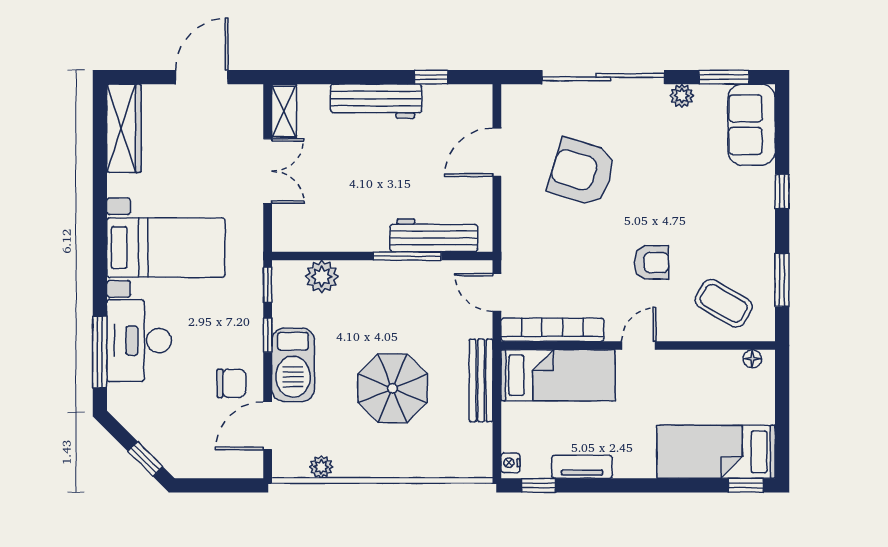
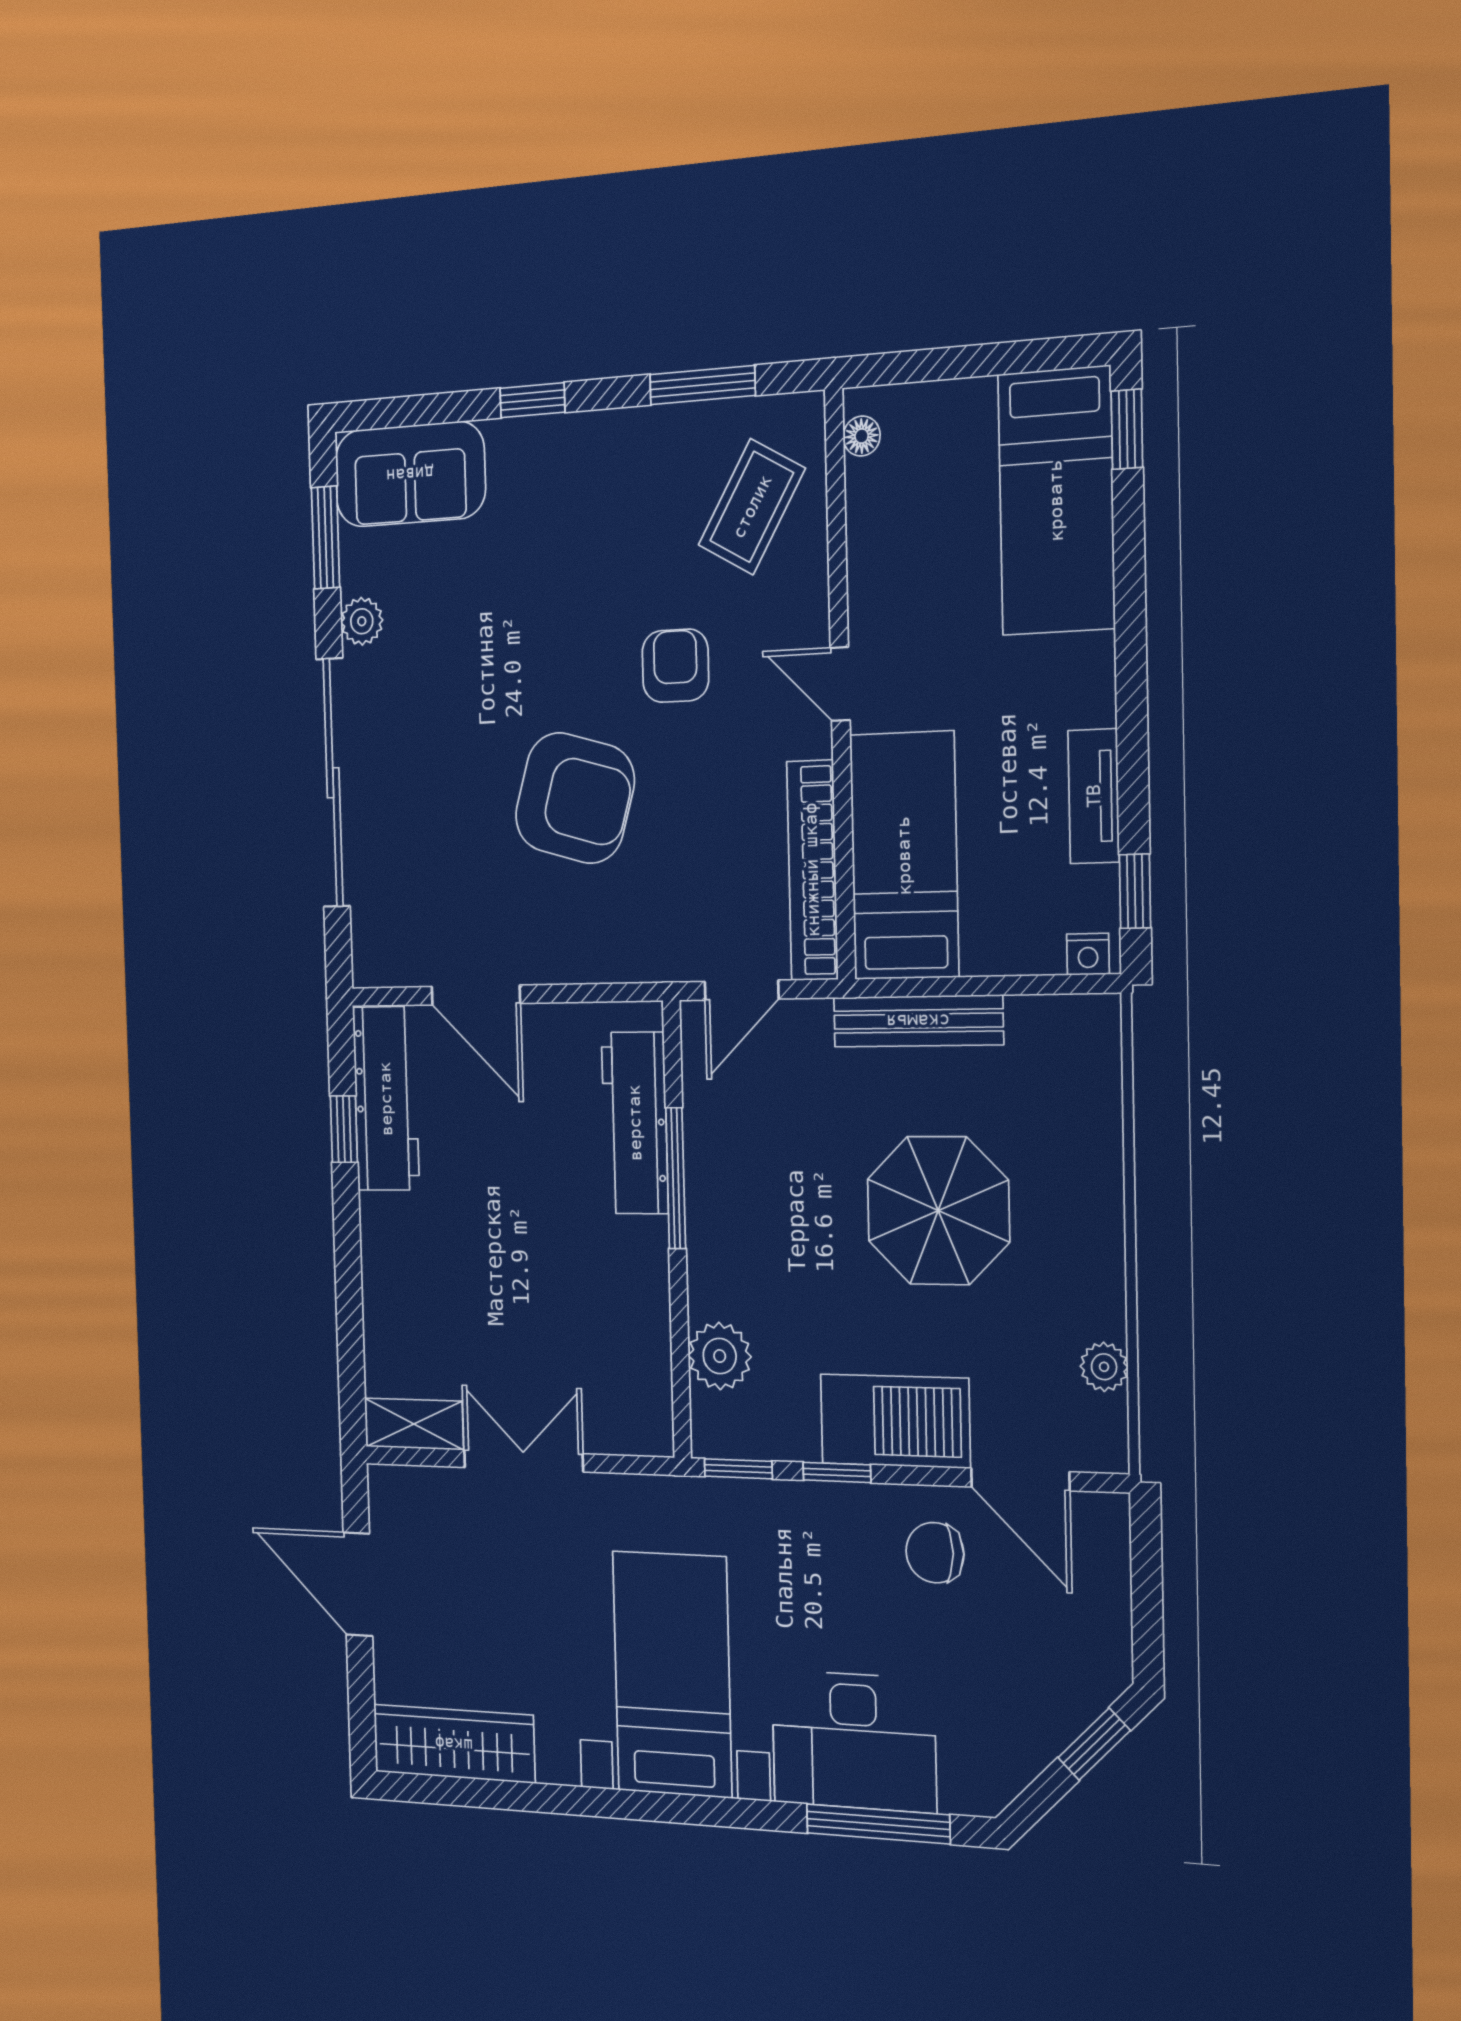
workbench: (376, 101) -> (386, 1099), moved
armchair: (582, 172) -> (575, 798), moved, turned -91
chair: (231, 383) -> (935, 1553), turned -90

